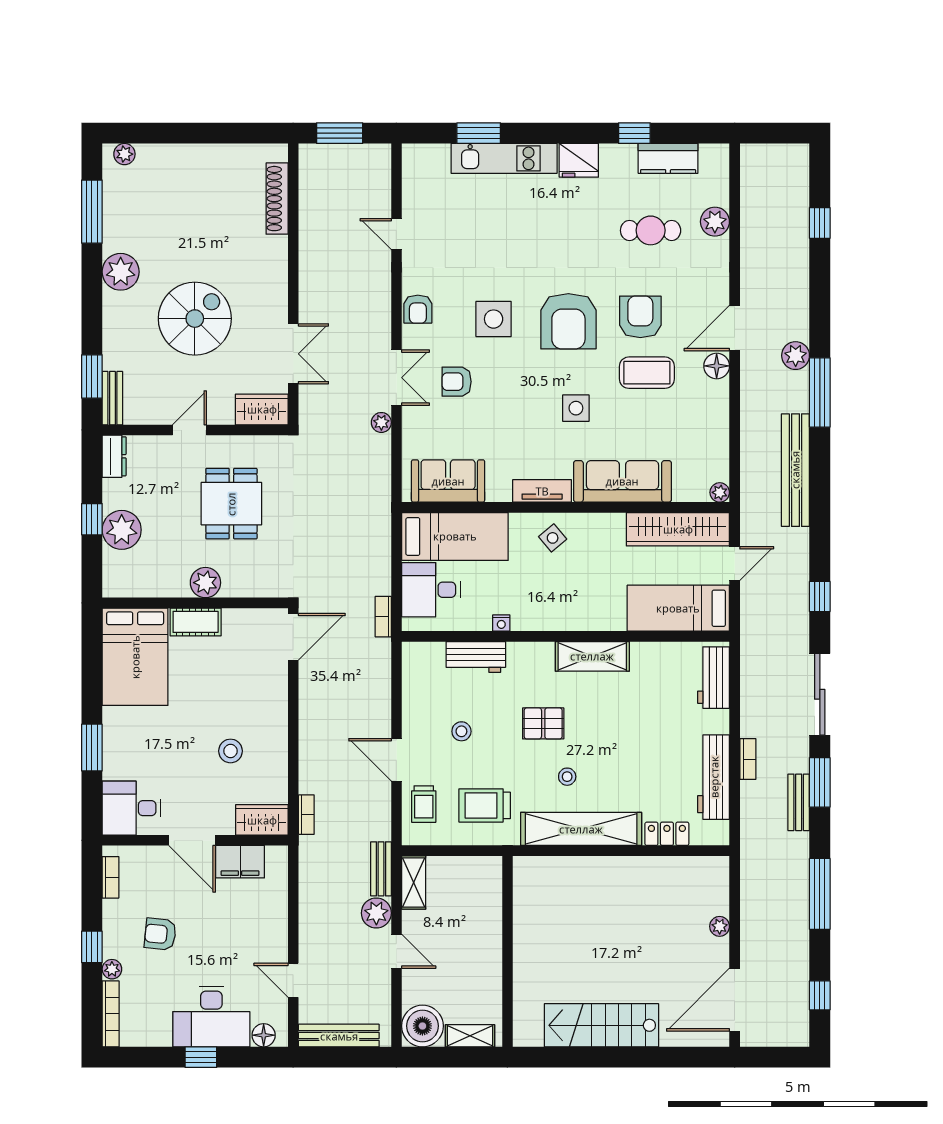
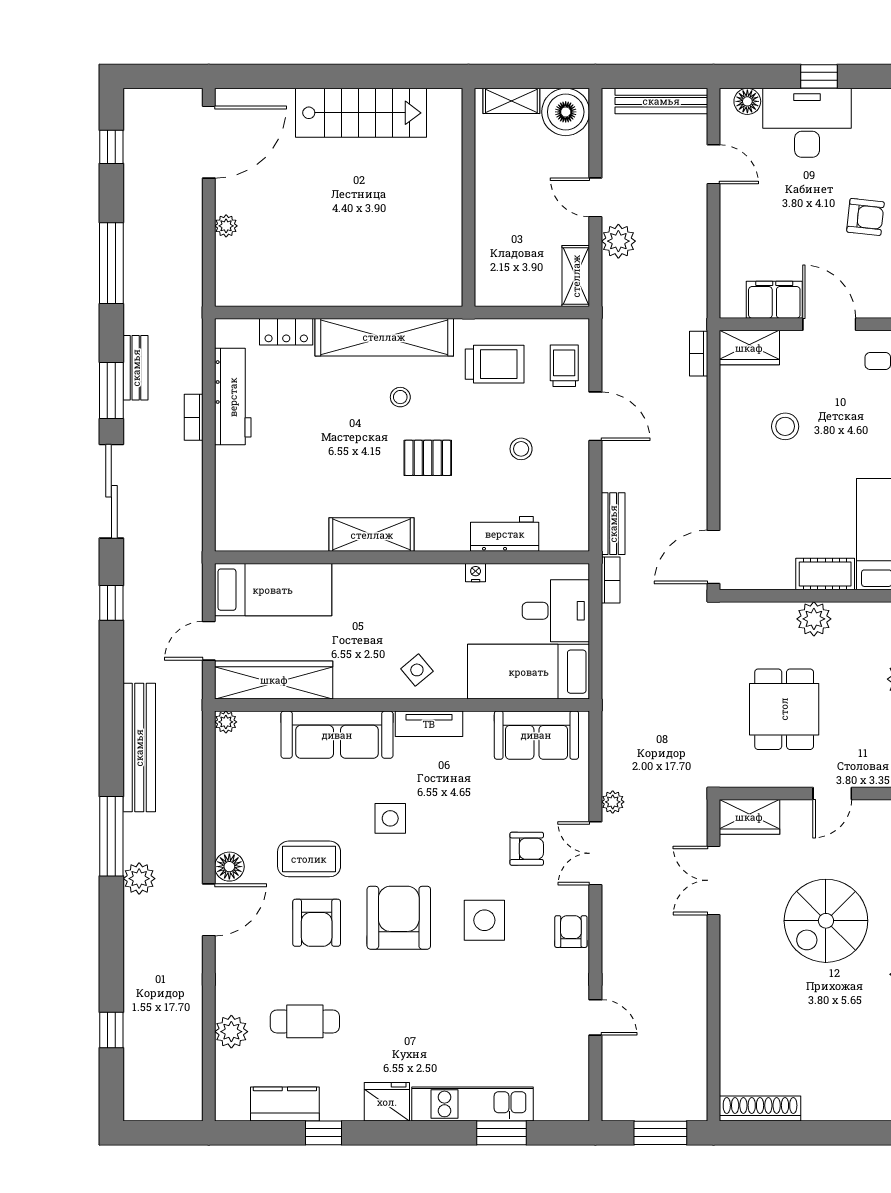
shoe rack: (277, 199) -> (760, 1108), moved, turned -90
workbench: (714, 678) -> (233, 510), removed
bench: (381, 869) -> (613, 524), moved

